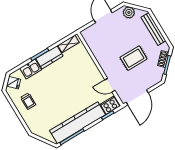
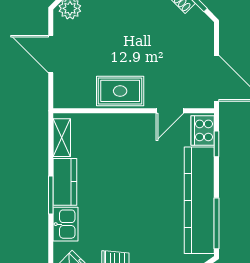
rug: (134, 58) -> (120, 91), moved, turned 90

